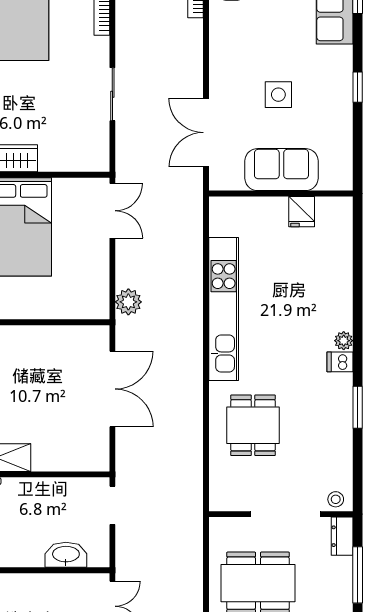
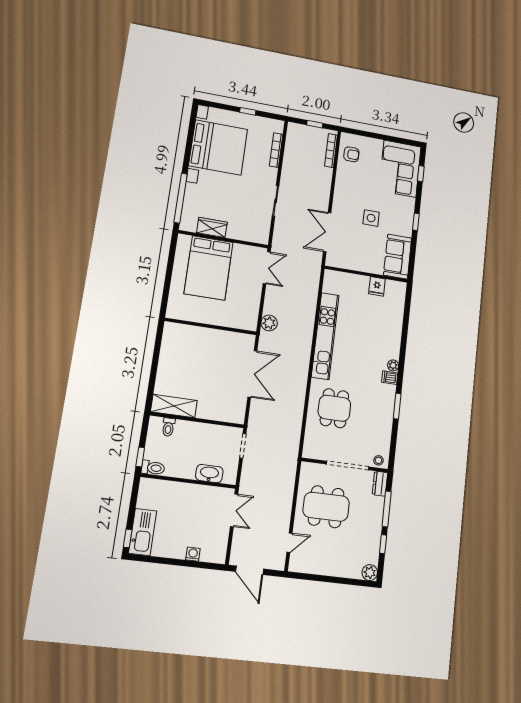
sofa: (281, 170) -> (398, 257), moved, turned -90

